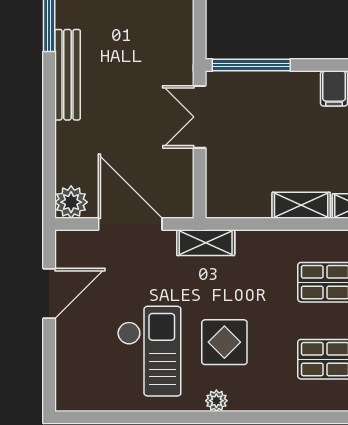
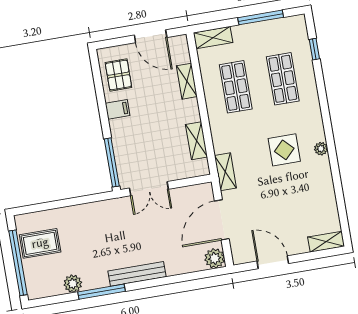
shelving: (301, 205) -> (196, 141), moved
checkout: (149, 351) -> (298, 195), removed
shelving: (67, 384) -> (326, 242), added

